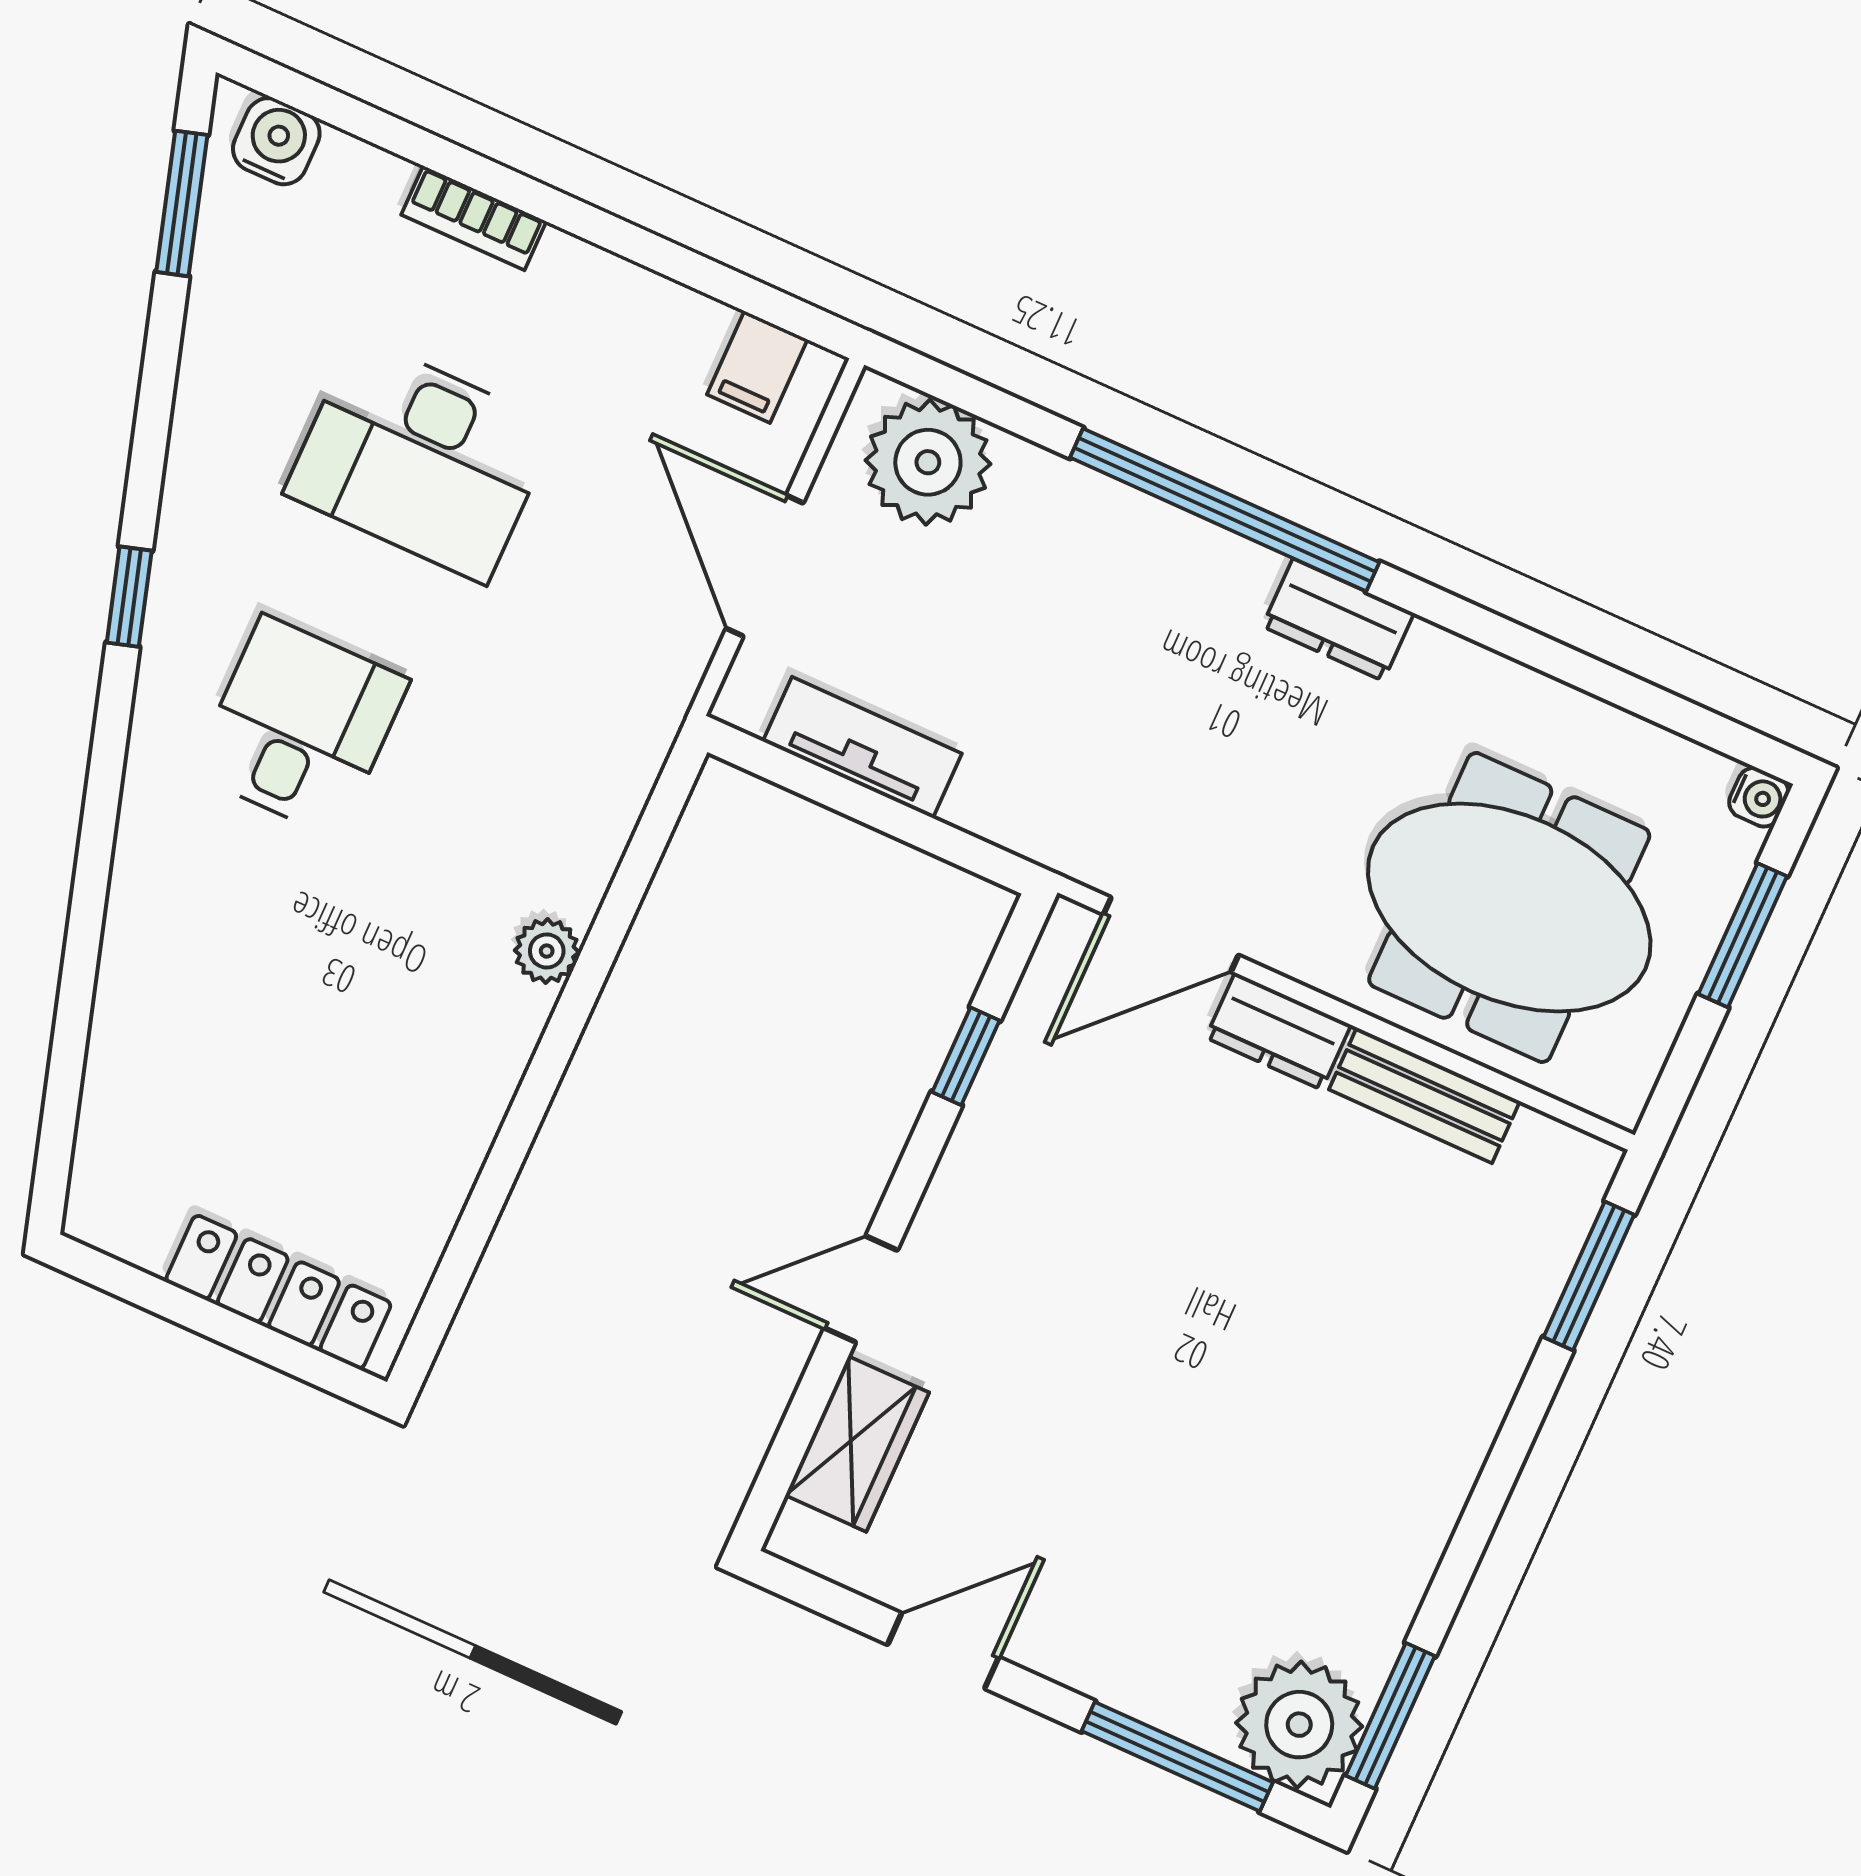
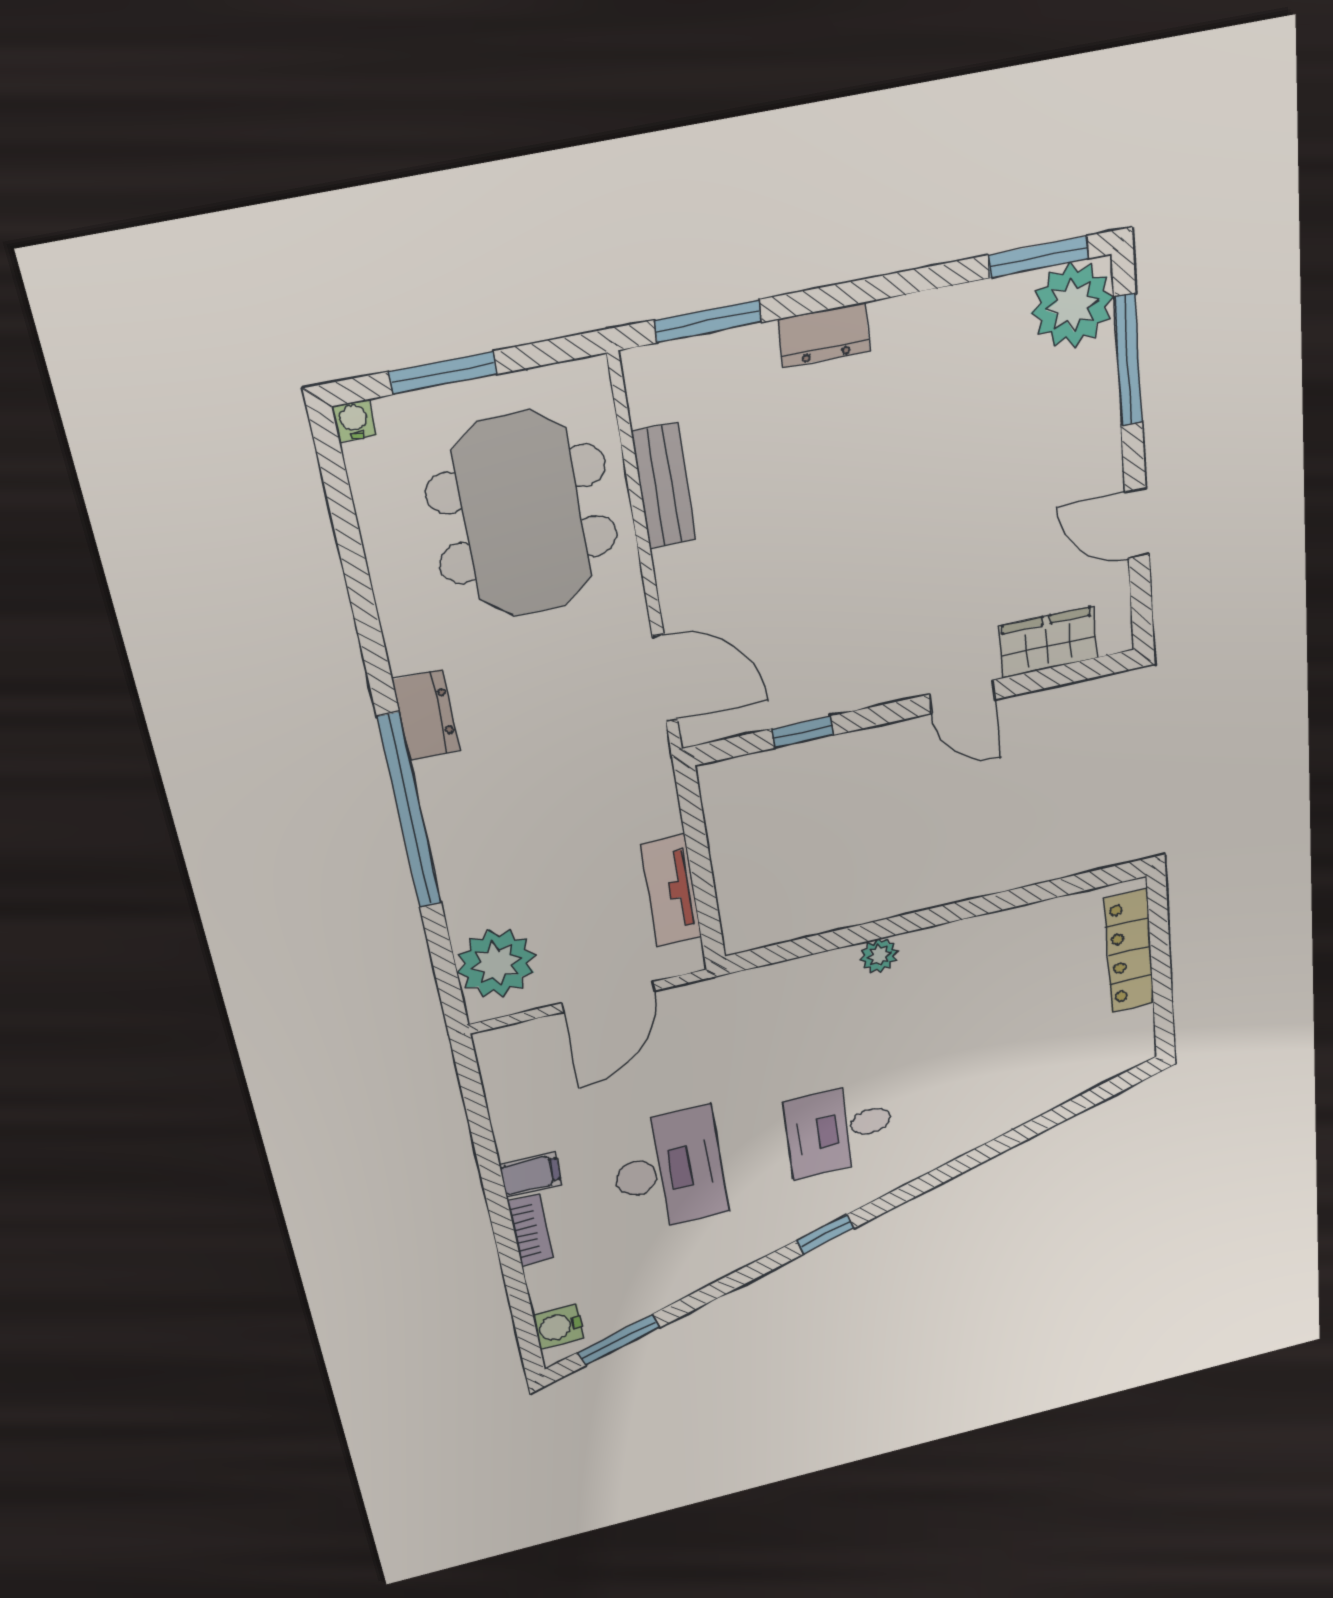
filing cabinet: (757, 367) -> (531, 1175), moved
dresser: (1278, 1031) -> (824, 335), moved, turned 90

